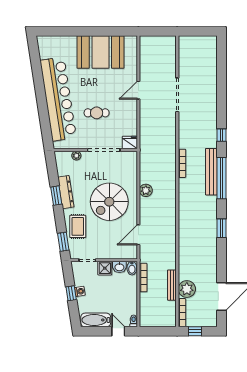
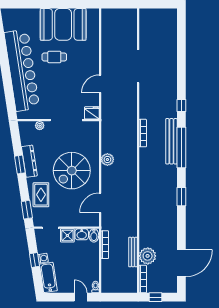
door: (138, 90) -> (100, 84), moved
cafe table: (97, 113) -> (54, 57), moved
bathtub: (96, 320) -> (48, 277), moved, turned 81

